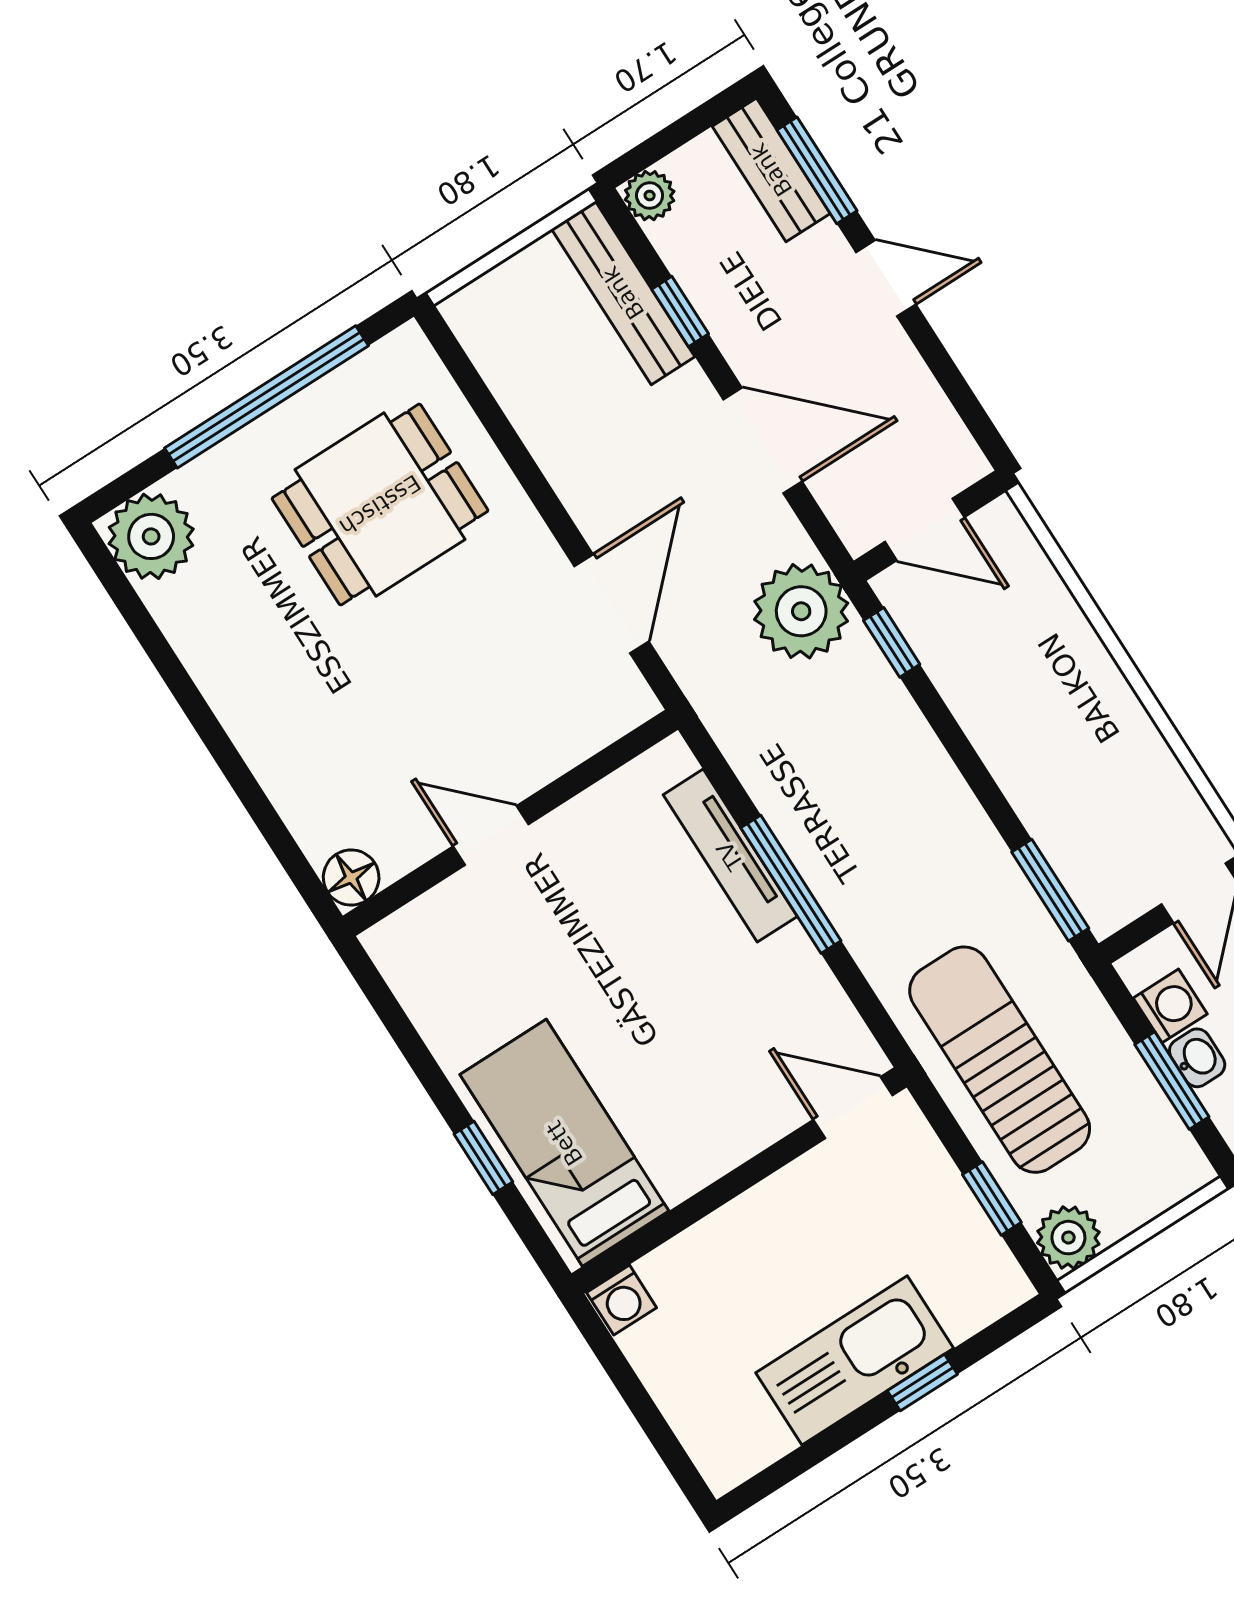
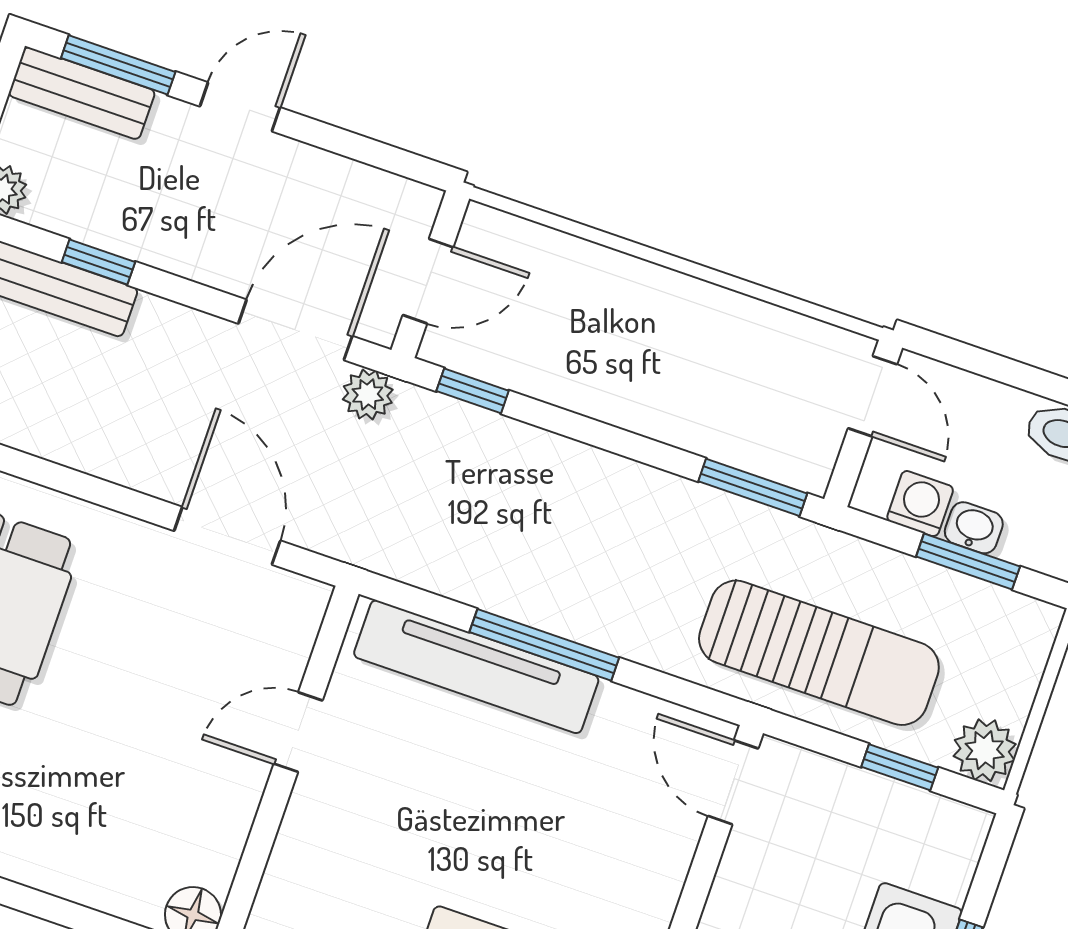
door: (763, 440) -> (295, 330), moved
plant: (801, 611) -> (368, 395), width x0.53, depth x0.53
door: (491, 835) -> (298, 732), moved
tv unit: (730, 856) -> (476, 667), width x1.36, depth x1.29
sun lounger: (1000, 1060) -> (819, 653), turned 180
door: (853, 1108) -> (733, 782), hinge flipped

